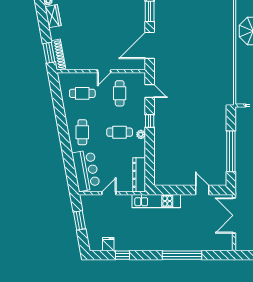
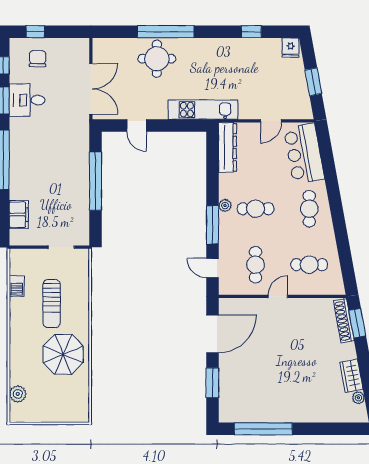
window: (150, 121) -> (212, 225), width x2.17
round table: (188, 236) -> (157, 59), added
fridge: (108, 244) -> (291, 48), moved

